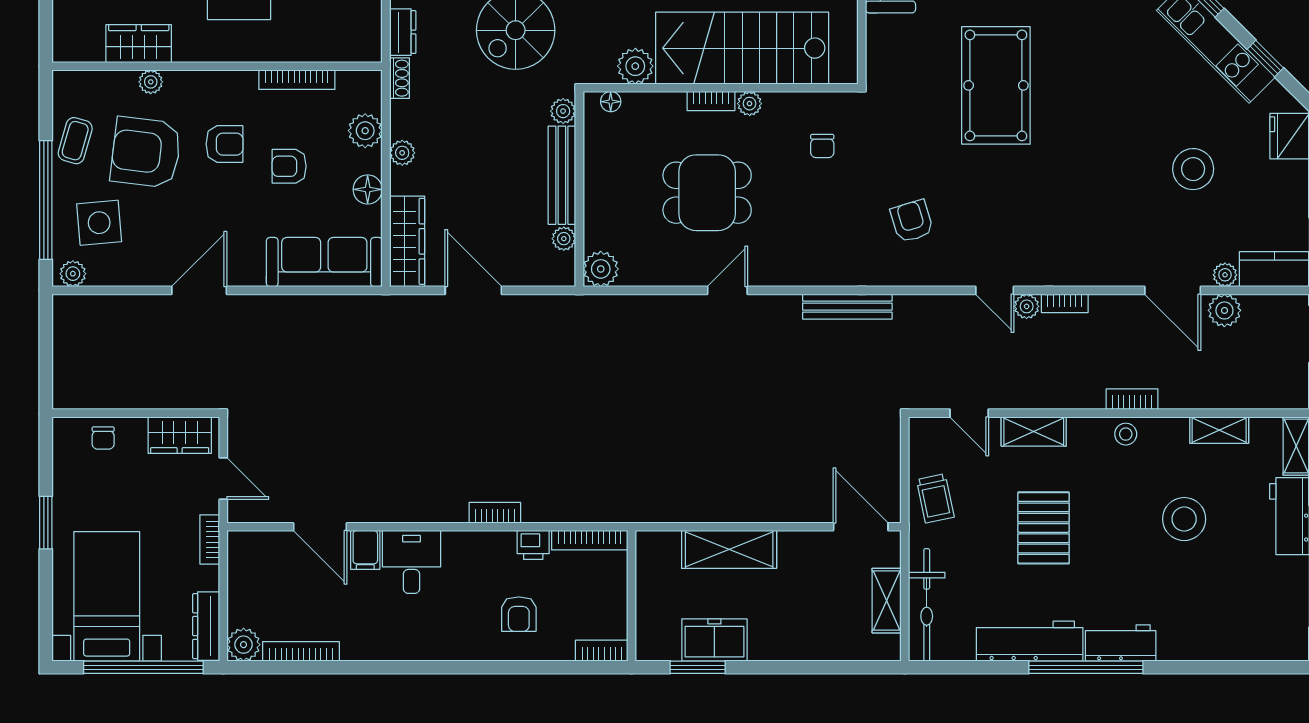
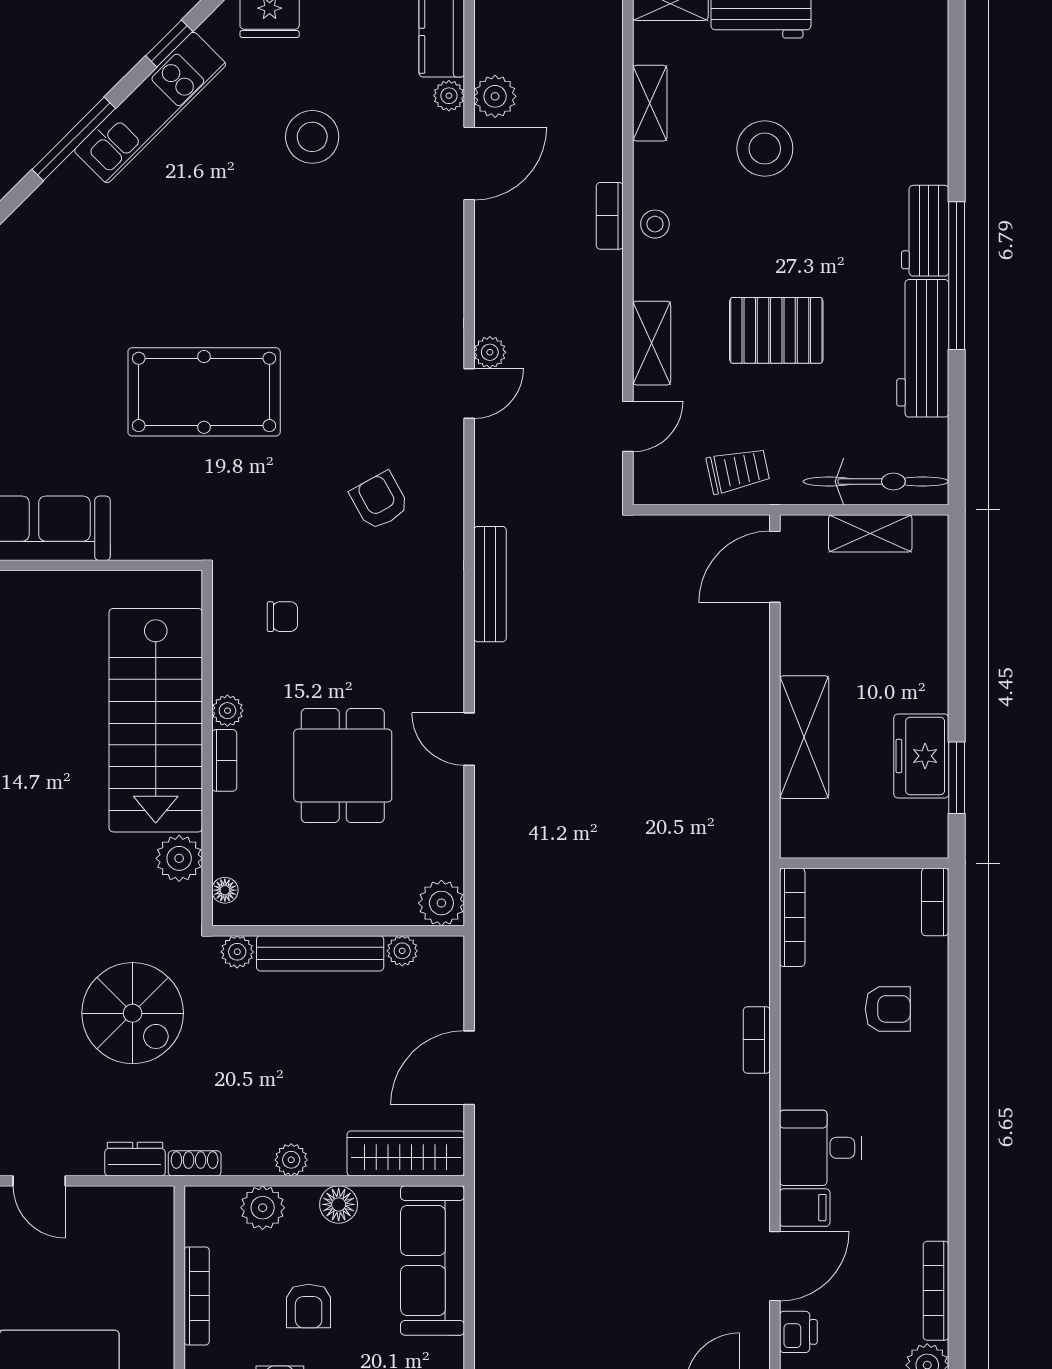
armchair: (912, 221) -> (379, 501), turned 78
bookcase: (1065, 303) -> (486, 303), removed
printer: (533, 545) -> (798, 1332), moved

